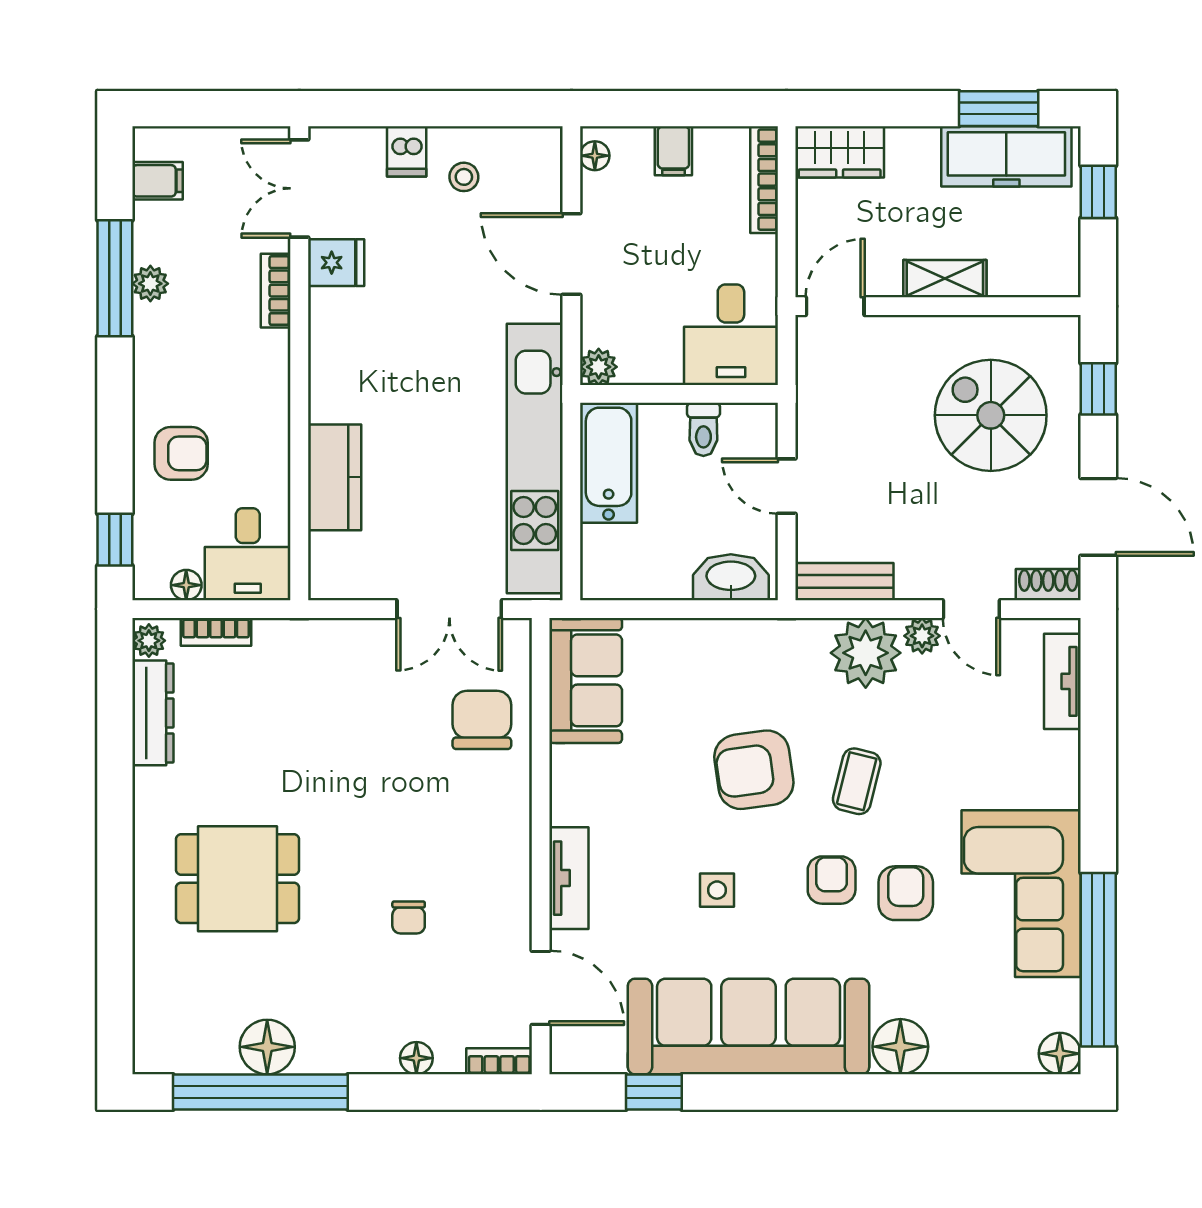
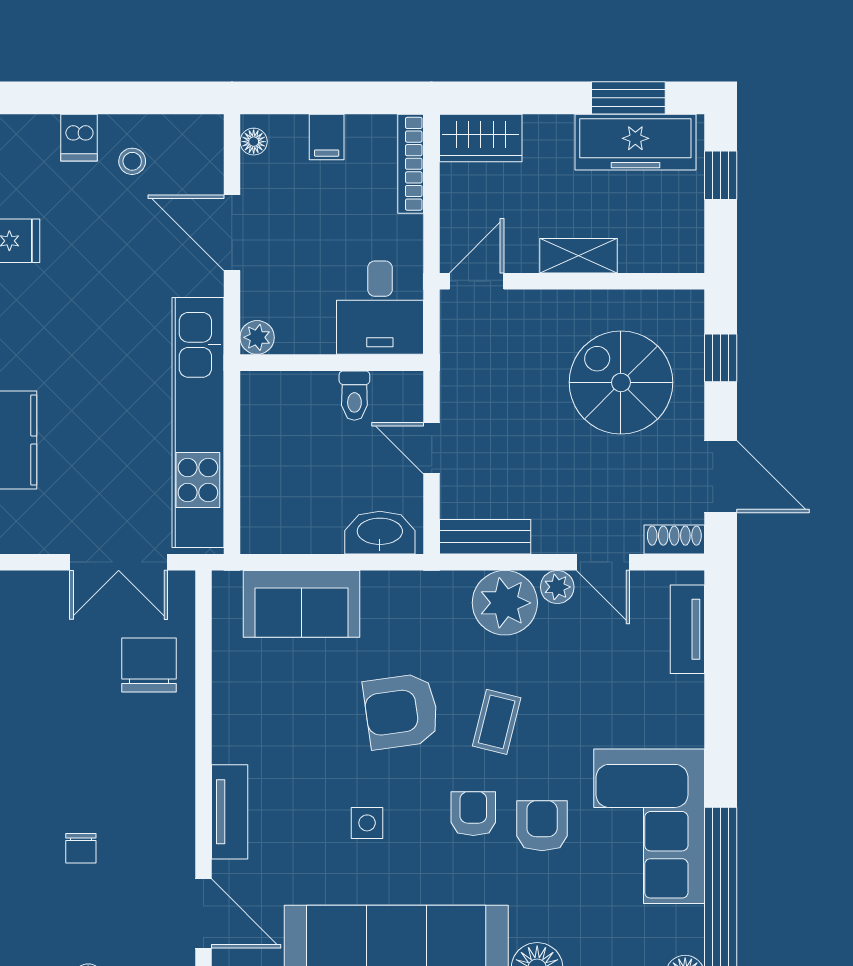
bathtub: (609, 463) -> (266, 427), removed
sofa: (586, 680) -> (302, 604), moved, turned 90

